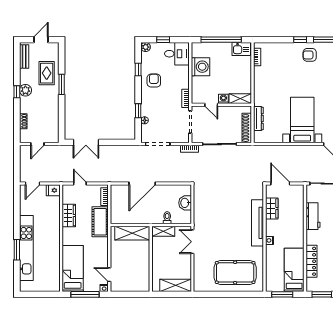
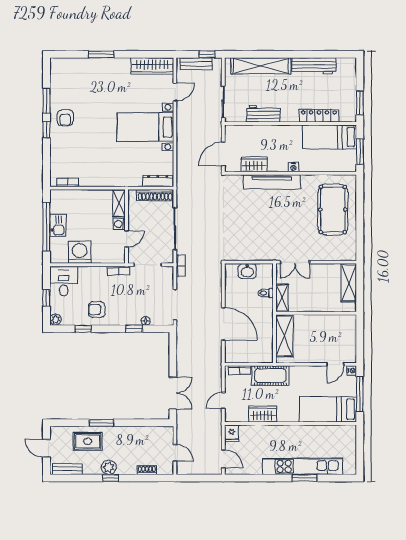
kitchen sink: (241, 49) -> (58, 225), moved
dresser: (258, 119) -> (158, 181), moved

